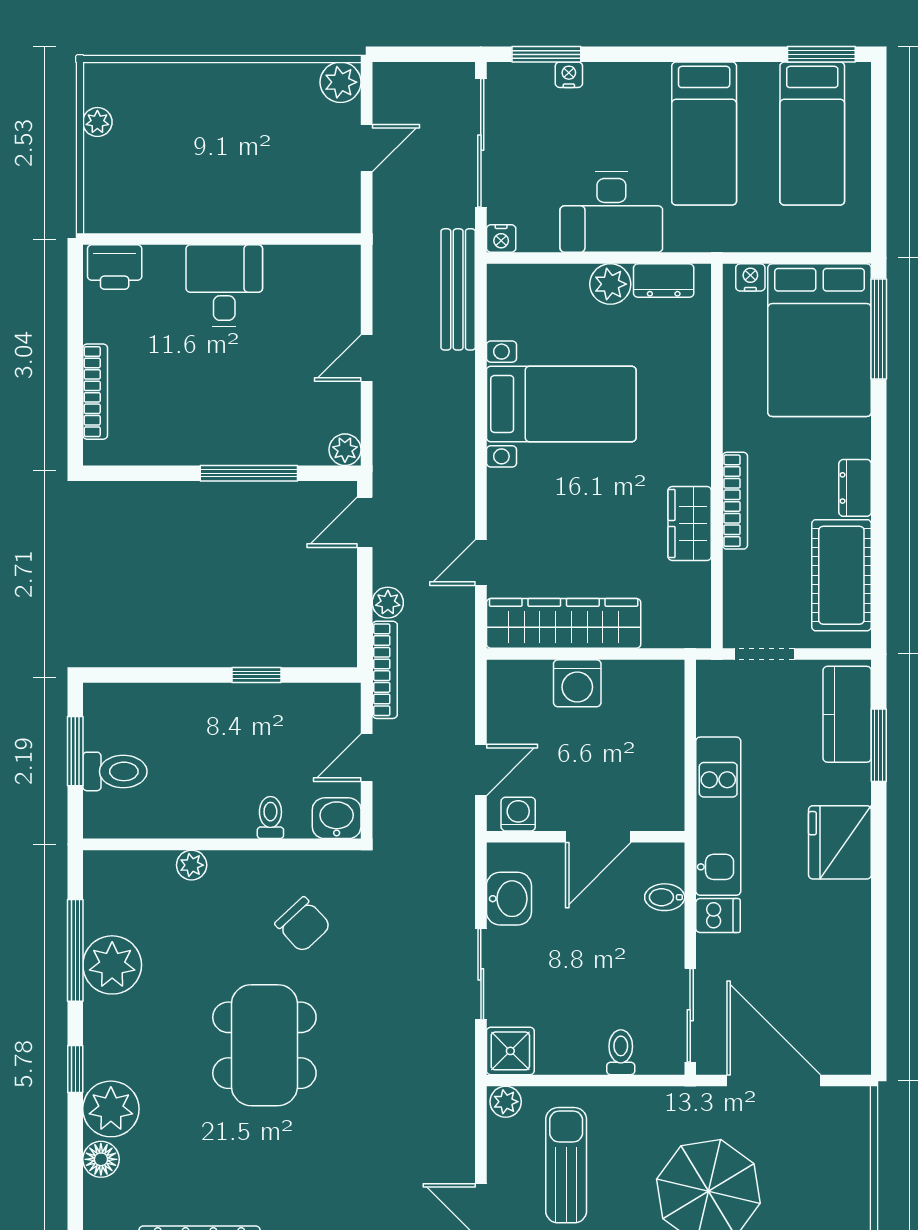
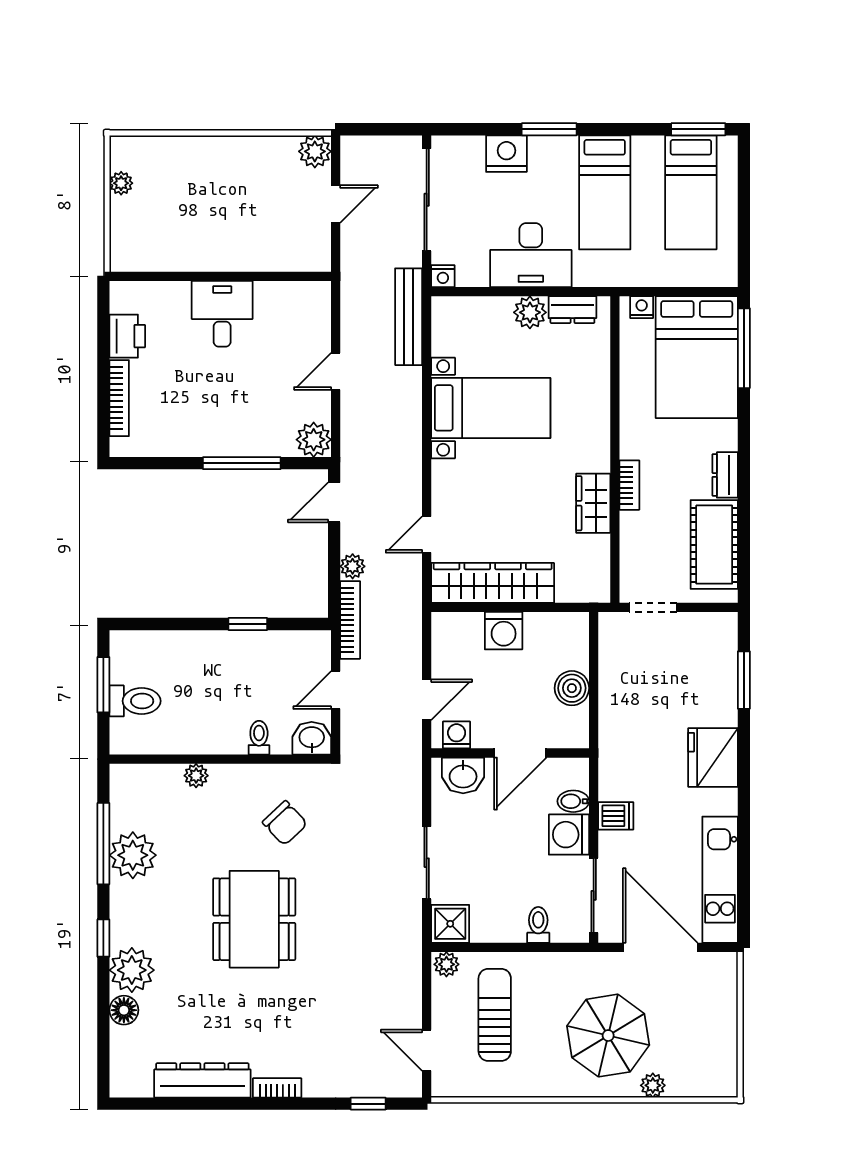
window: (546, 54) -> (549, 129), moved
nightstand: (569, 75) -> (506, 154), width x1.89, depth x1.79
printer: (115, 267) -> (127, 336), moved, turned -90
plant: (345, 450) -> (314, 440), width x1.38, depth x1.38
bookcase: (735, 501) -> (629, 485), width x0.64
kitchen counter: (847, 714) -> (719, 655), removed
boiler: (663, 755) -> (572, 688), added
kitchen unit: (718, 816) -> (720, 880), moved, turned 180
washbasin: (509, 899) -> (463, 775), moved, turned 90
washing machine: (659, 939) -> (569, 835), added

